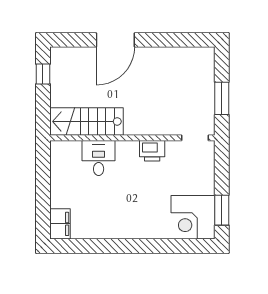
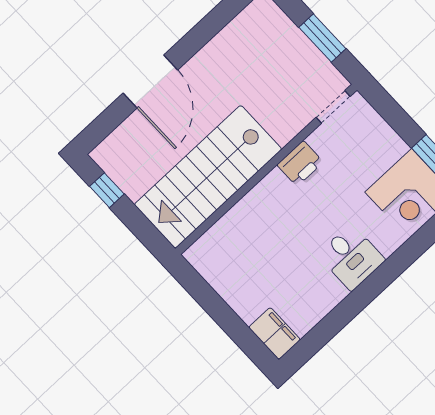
stairs: (86, 121) -> (208, 177), width x1.36, depth x1.51
desk: (99, 158) -> (351, 257), moved, turned 180

